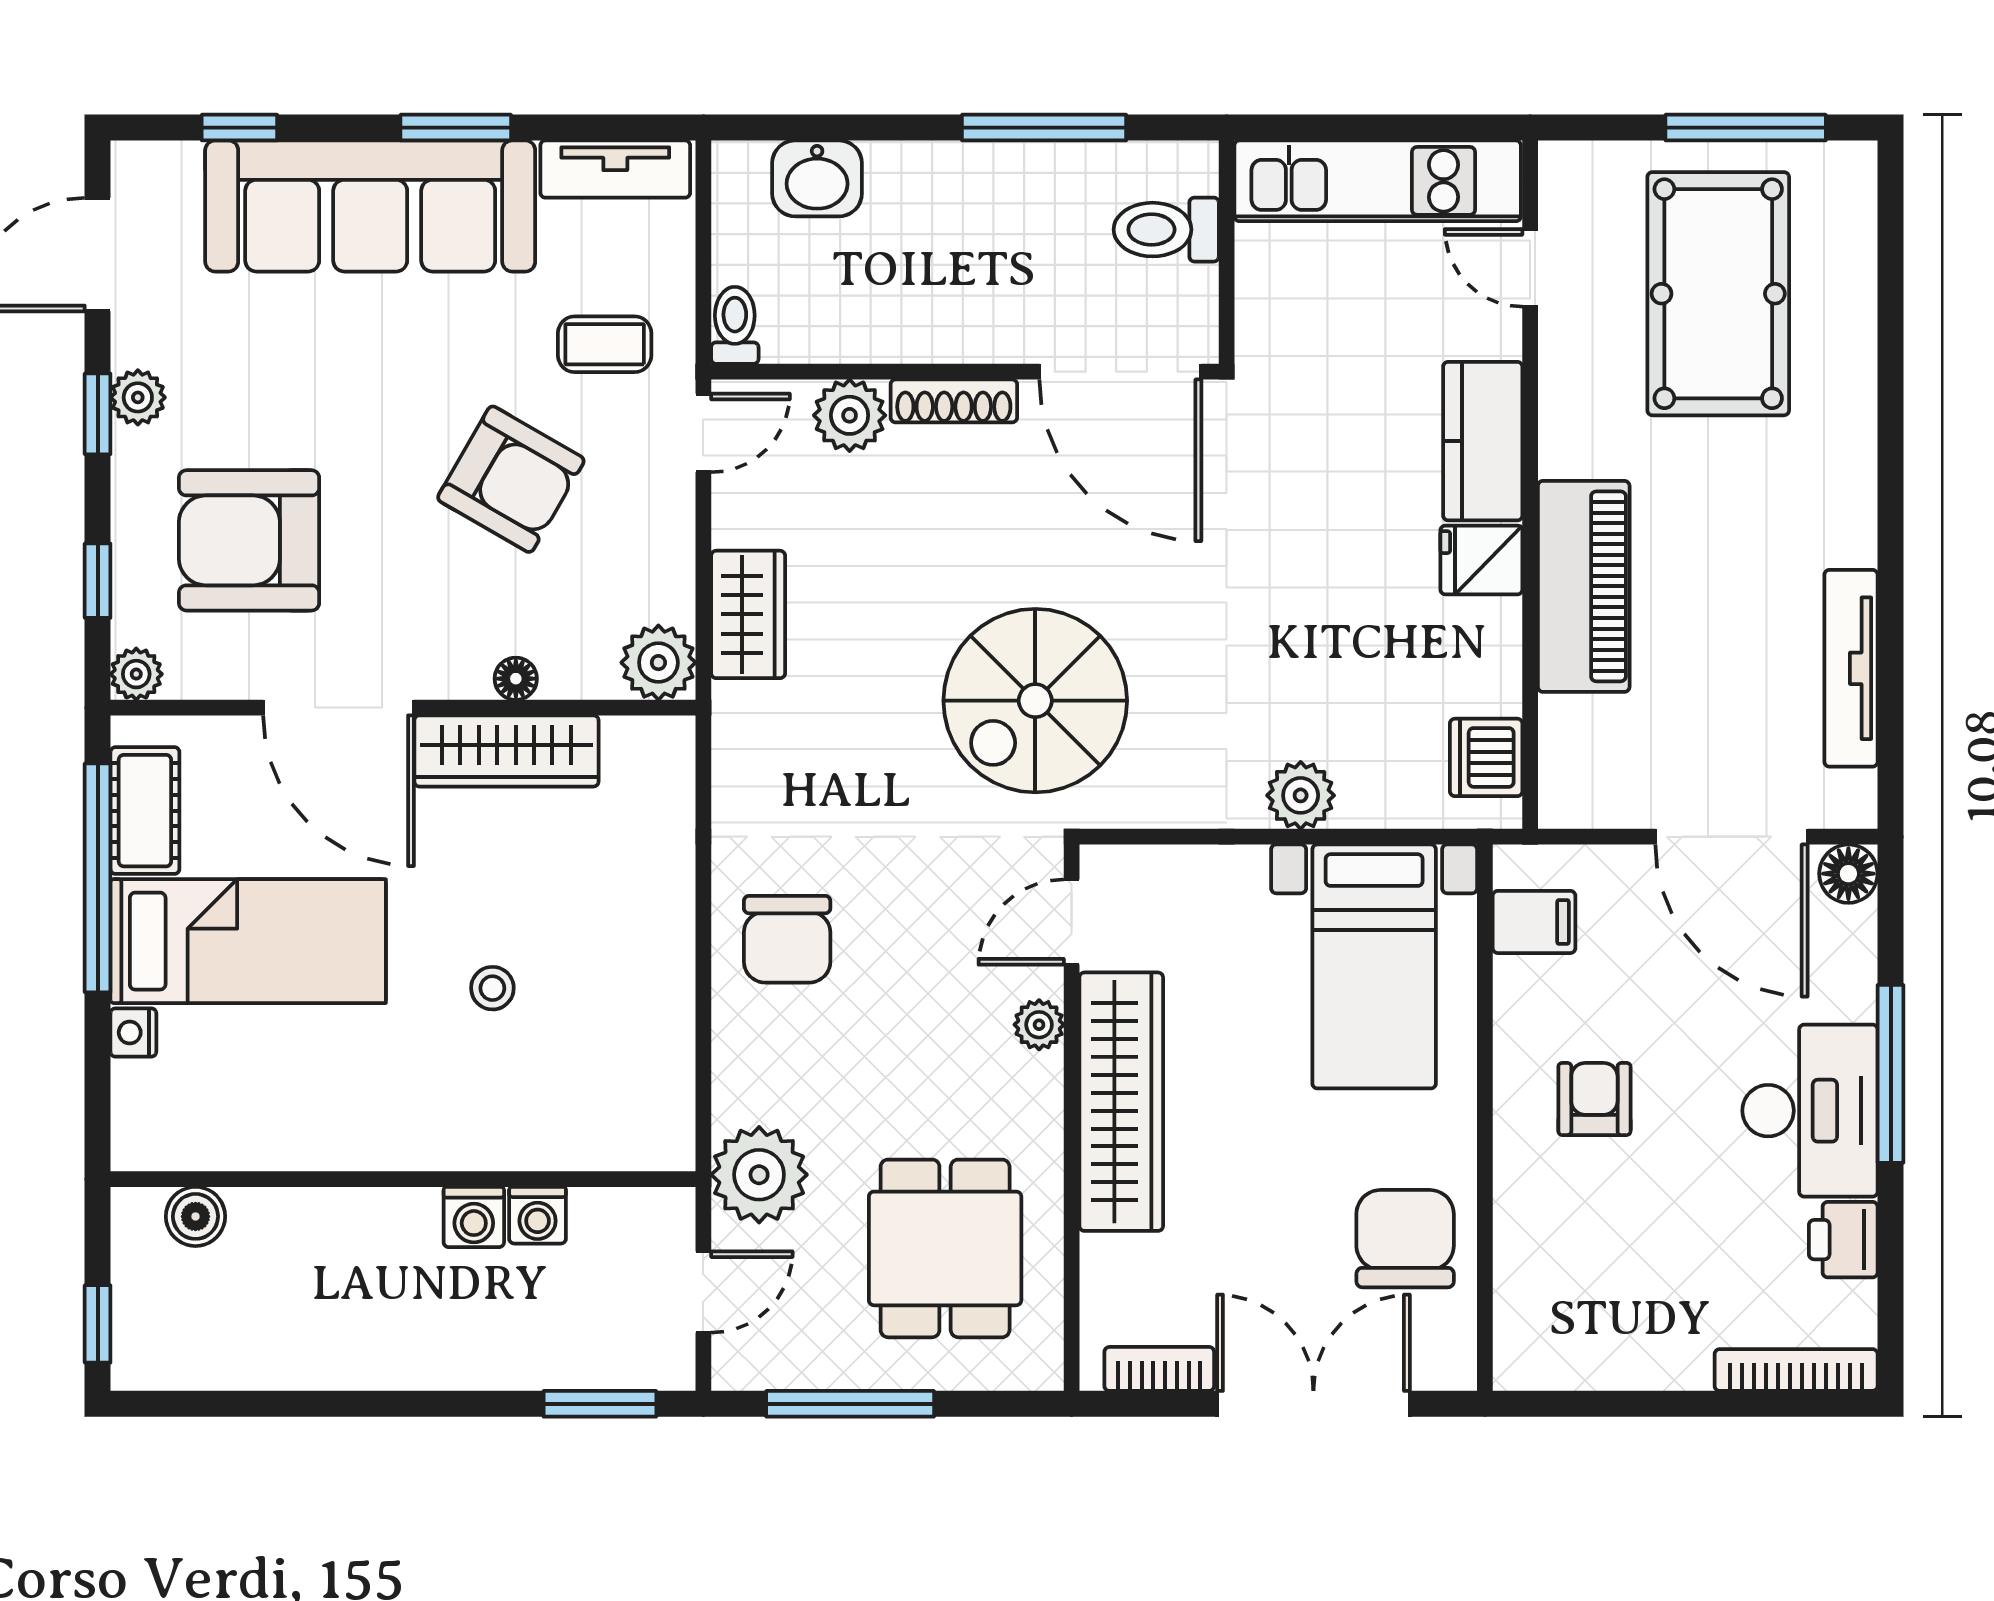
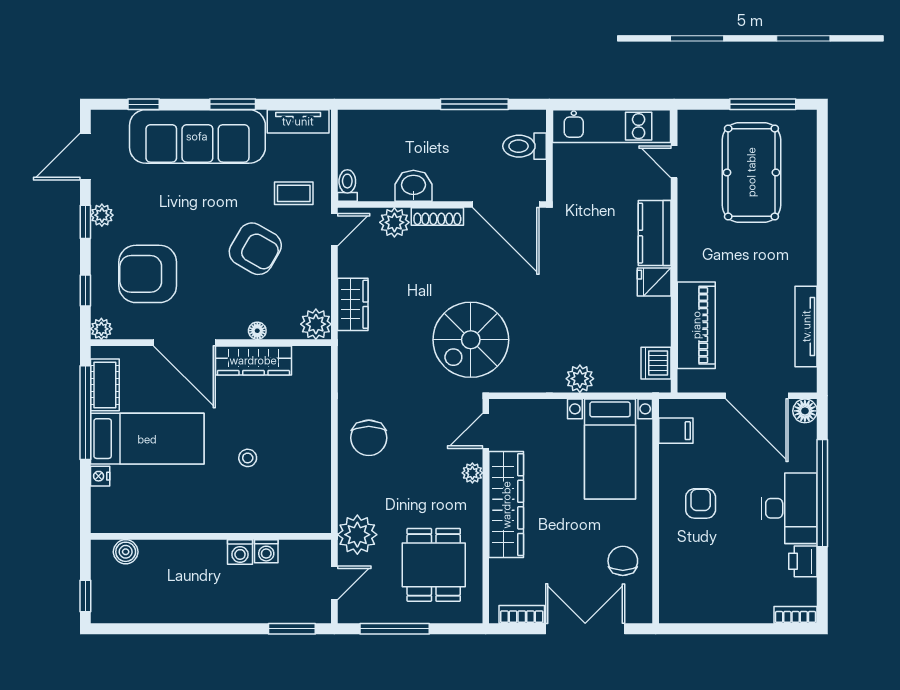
washbasin: (817, 178) -> (413, 186), moved, turned 180
piano: (1584, 586) -> (696, 325), moved
window: (1891, 1074) -> (822, 493), width x1.46
chair: (1405, 1239) -> (623, 561), width x0.73, depth x0.73
bookcase: (1796, 1370) -> (796, 615), width x0.64

